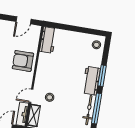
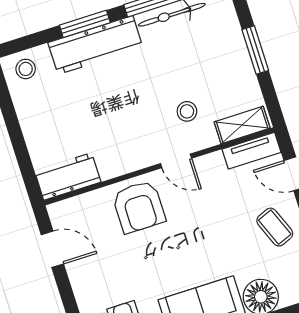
workbench: (91, 81) -> (95, 45), width x1.38
door: (31, 96) -> (176, 161), moved

